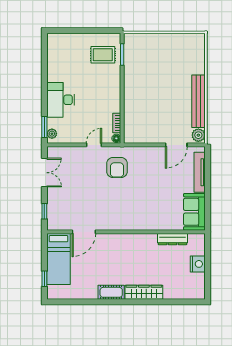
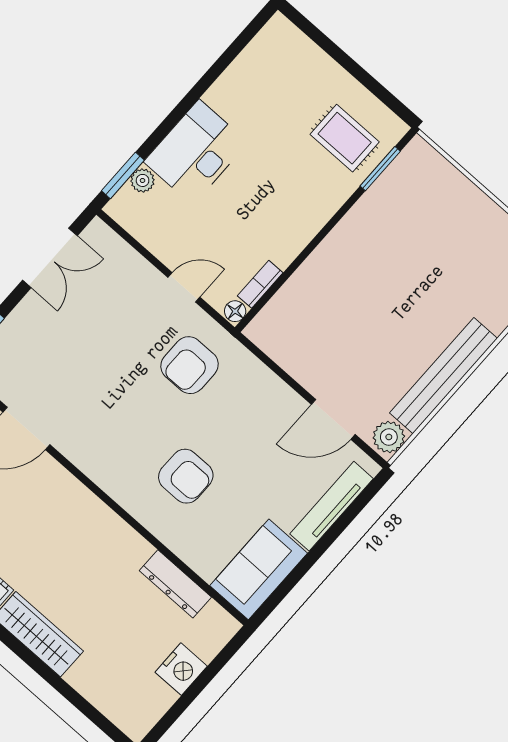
plant: (52, 134) -> (143, 180), moved
armchair: (146, 203) -> (186, 476), added

